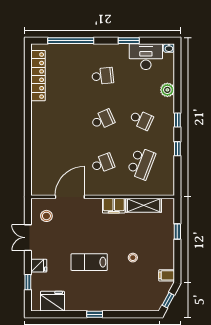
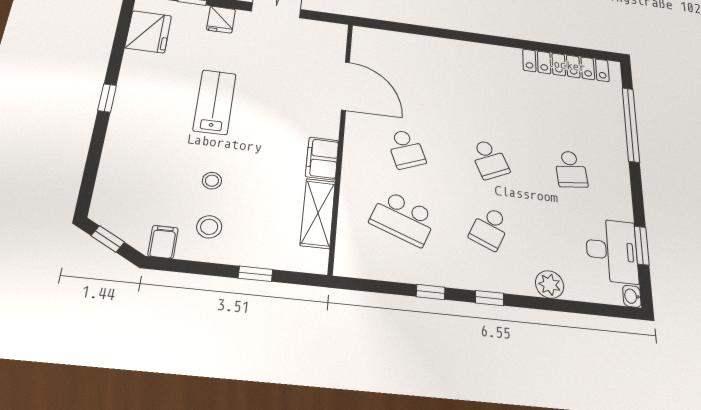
window: (129, 41) -> (642, 245), moved
stool: (46, 216) -> (209, 227), moved

